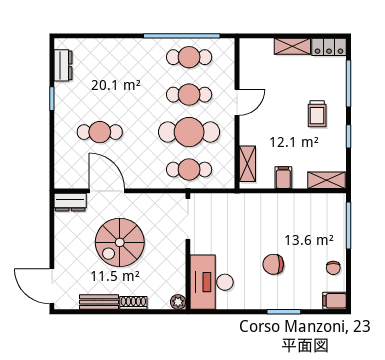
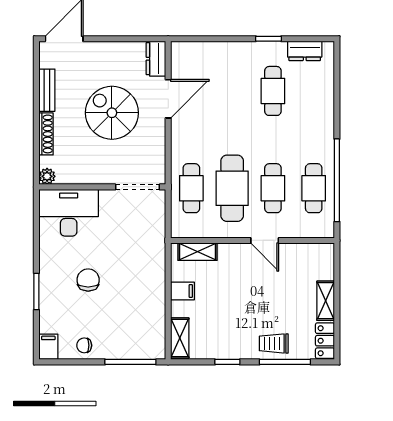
trolley: (317, 114) -> (274, 343), moved
cafe table: (100, 132) -> (273, 91), moved
shoe rack: (133, 303) -> (46, 134), width x1.43

